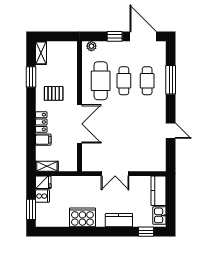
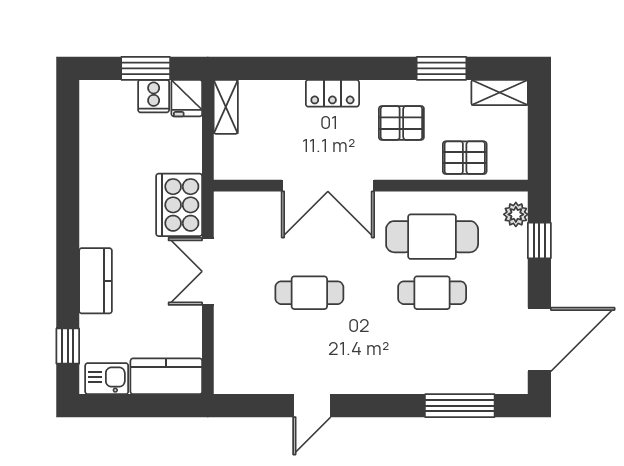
window: (115, 36) -> (539, 240), moved
pallet: (68, 67) -> (465, 158), added
window: (171, 80) -> (460, 406), moved
cafe table: (147, 81) -> (309, 293), moved
pallet: (54, 93) -> (401, 123), turned 90
filing cabinet: (43, 140) -> (290, 98), removed
window: (31, 209) -> (146, 68), moved
cooker: (82, 217) -> (179, 205), moved, turned 180

